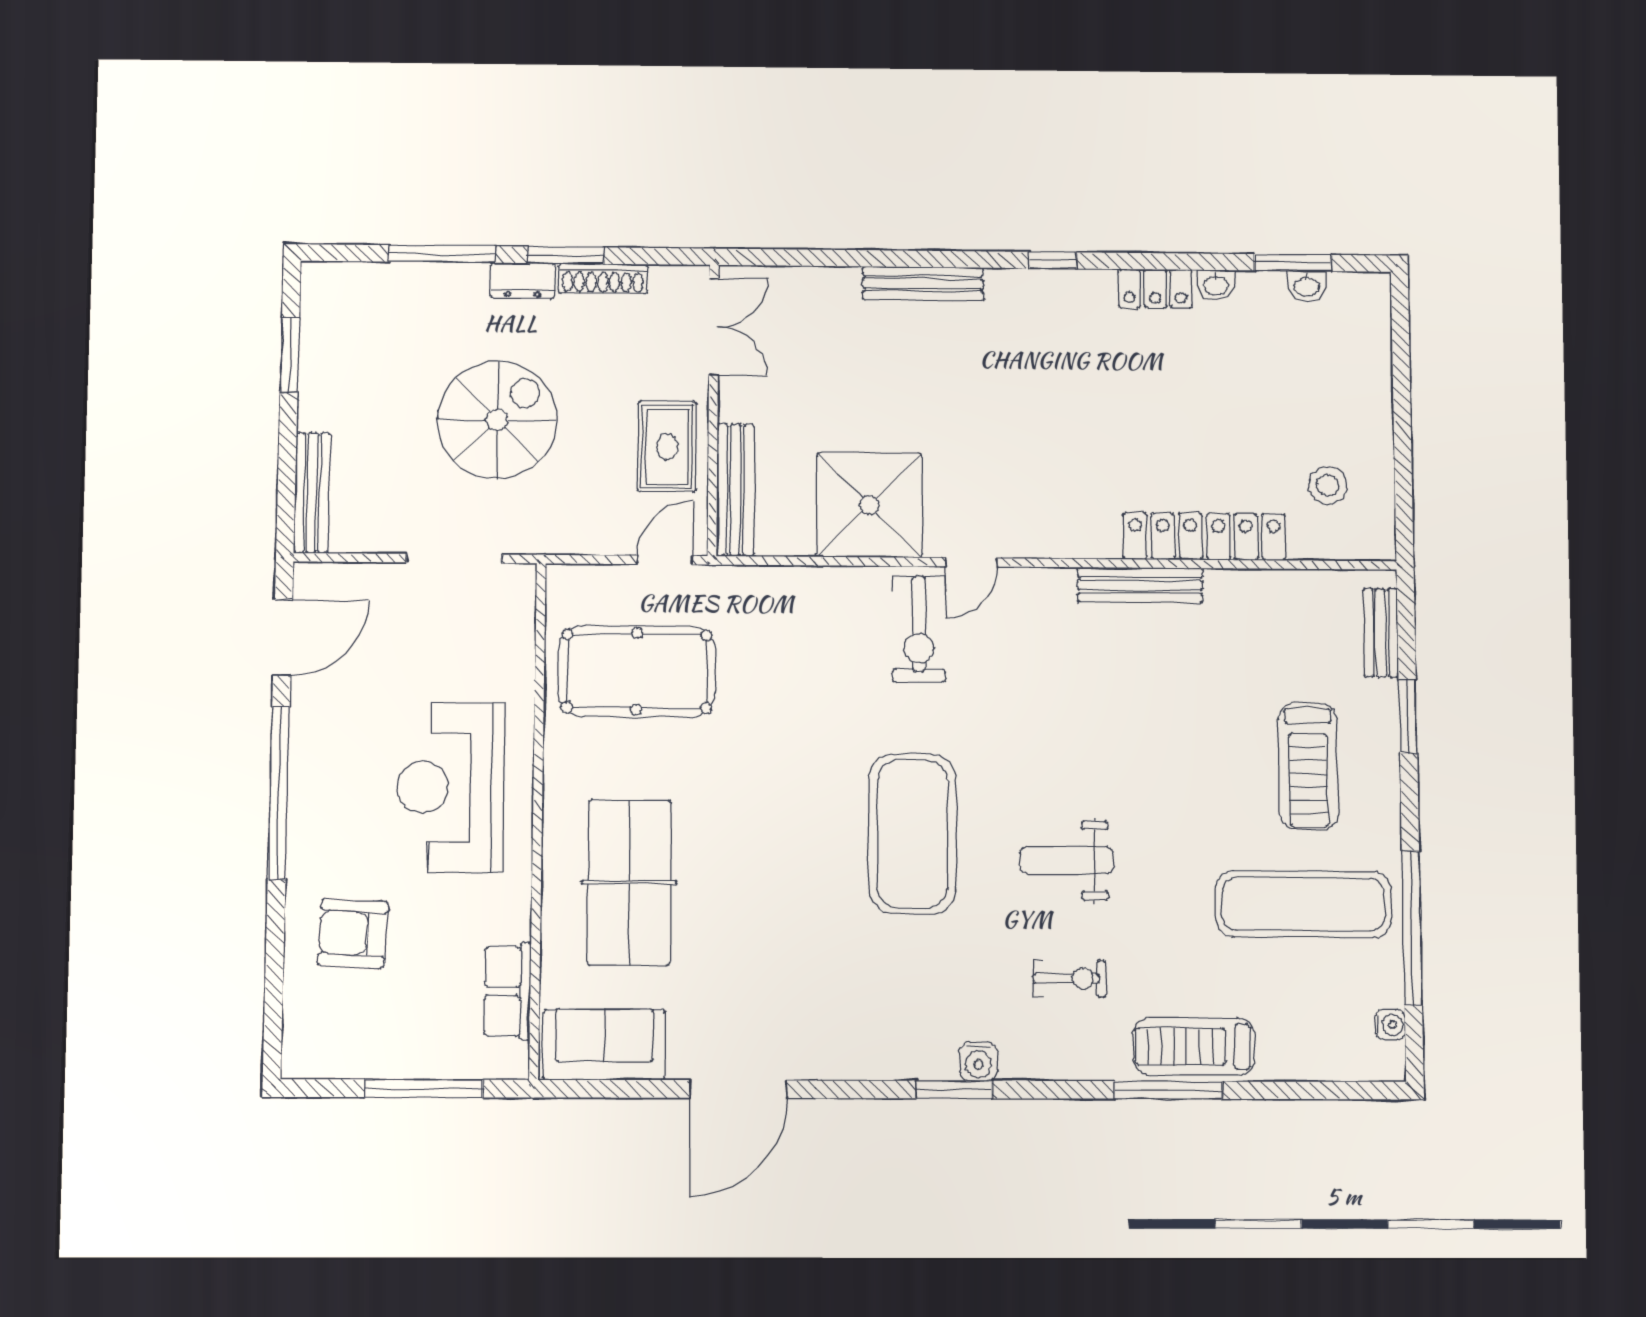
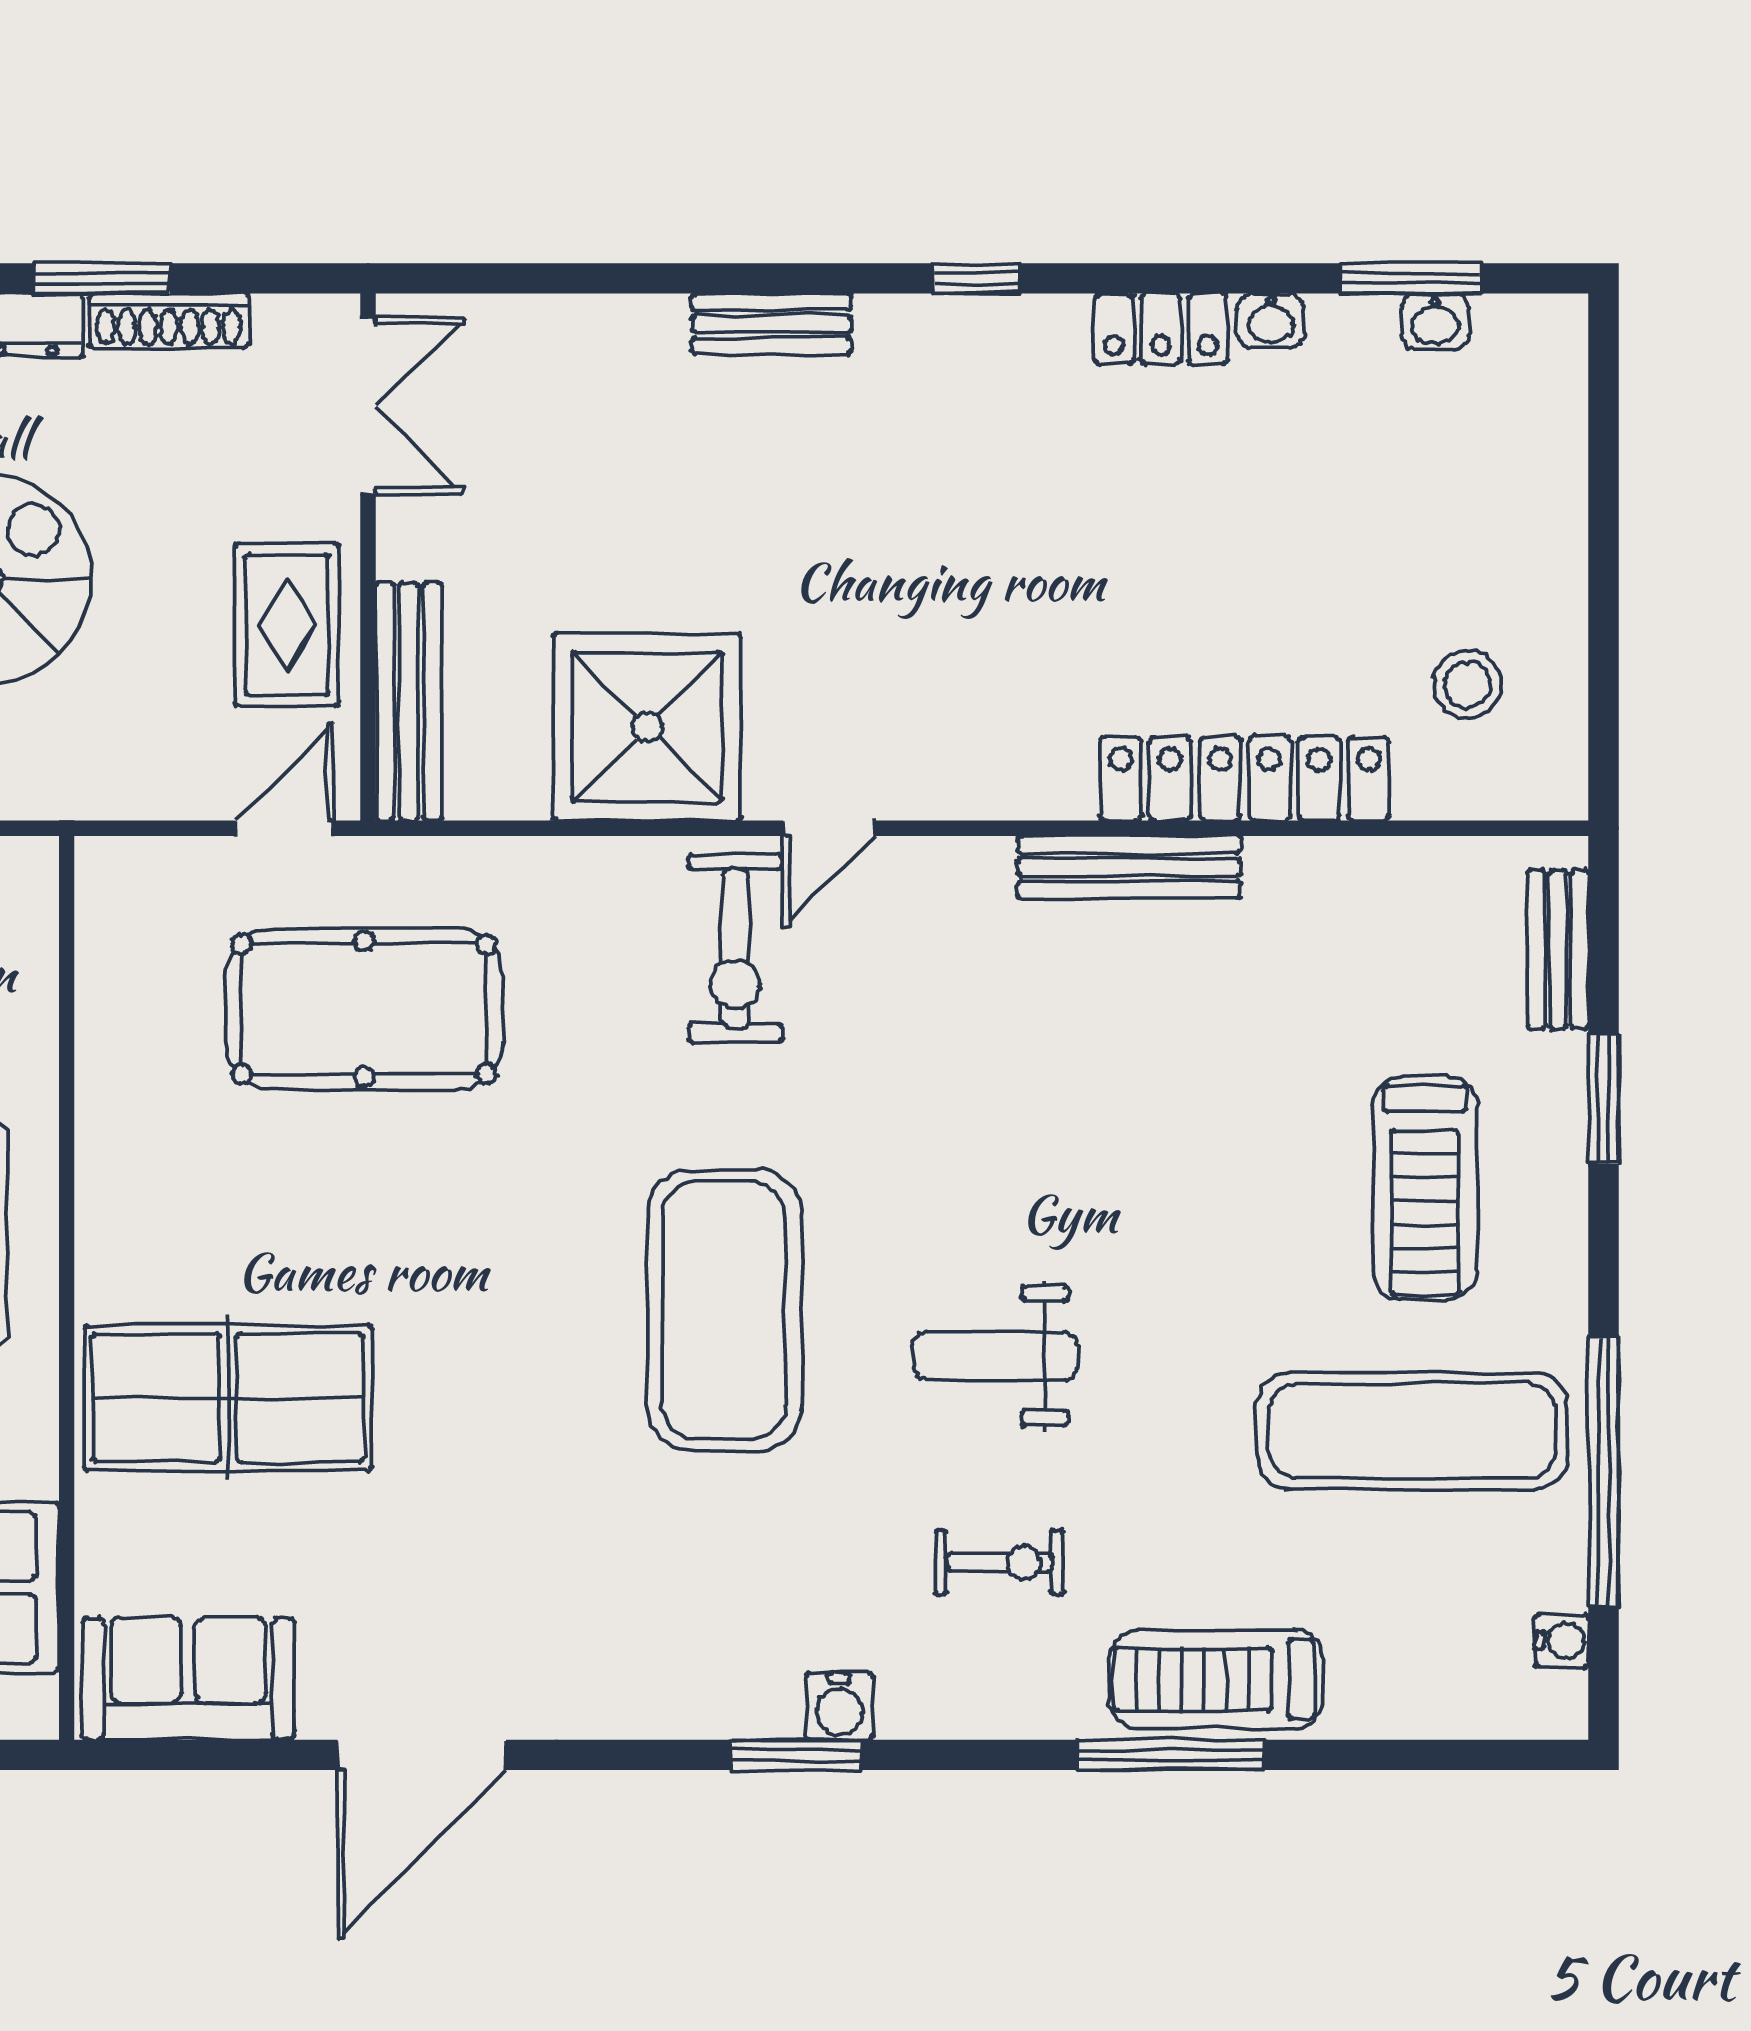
bench: (923, 284) -> (771, 324), width x0.73
pool table: (637, 671) -> (364, 1009), moved
table tennis table: (629, 882) -> (228, 1398), turned 90

